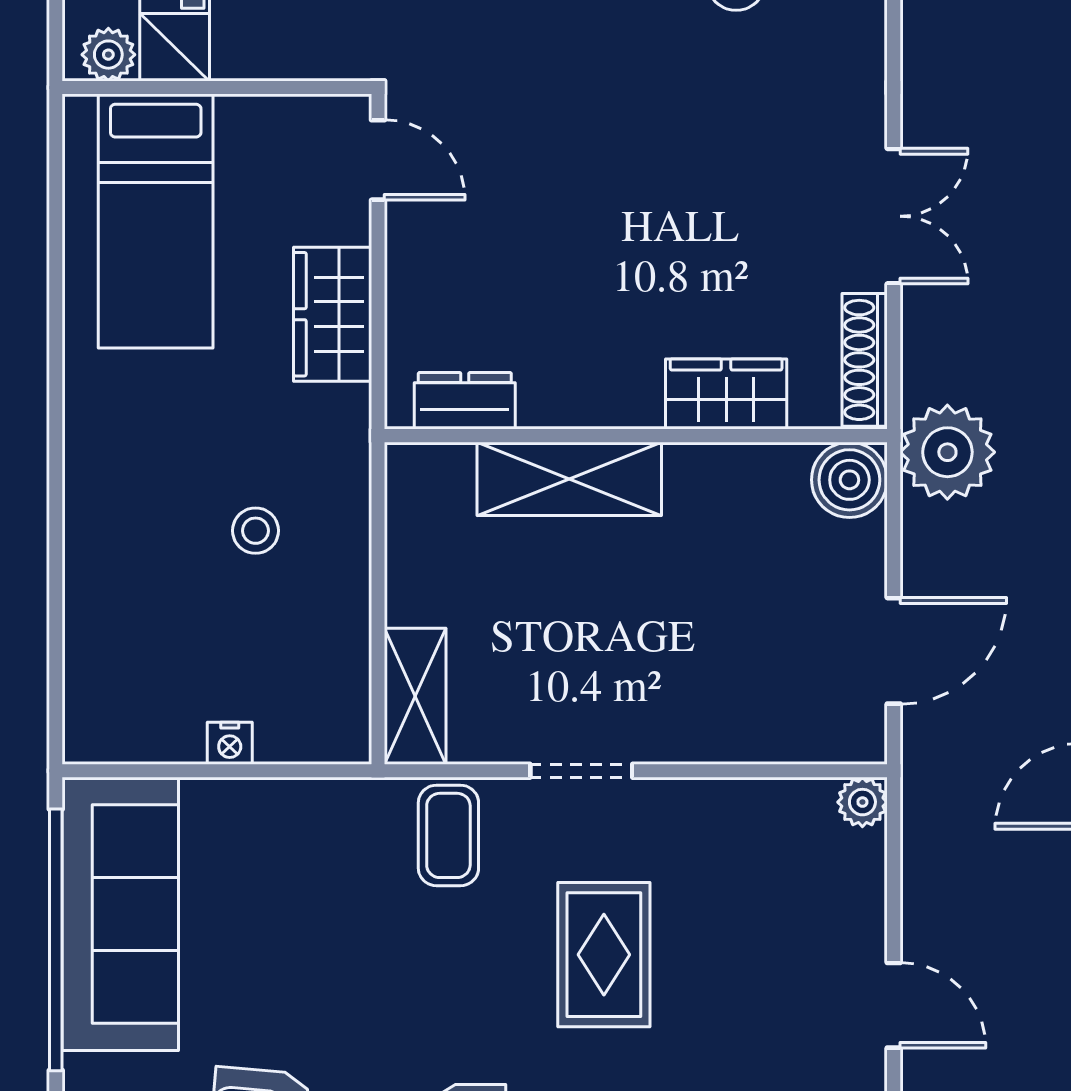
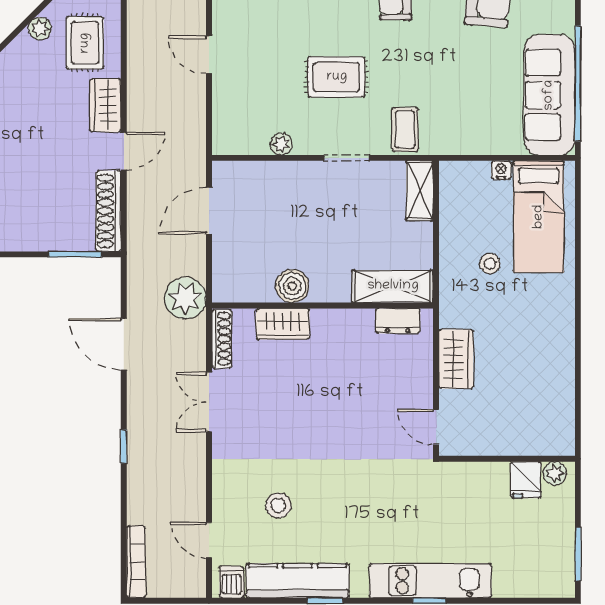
bed: (156, 221) -> (539, 217), moved, turned 180
shelving: (569, 479) -> (393, 286), moved
boiler: (849, 480) -> (292, 286), moved
plant: (862, 802) -> (281, 144), moved
rug: (604, 955) -> (337, 77), turned 90

